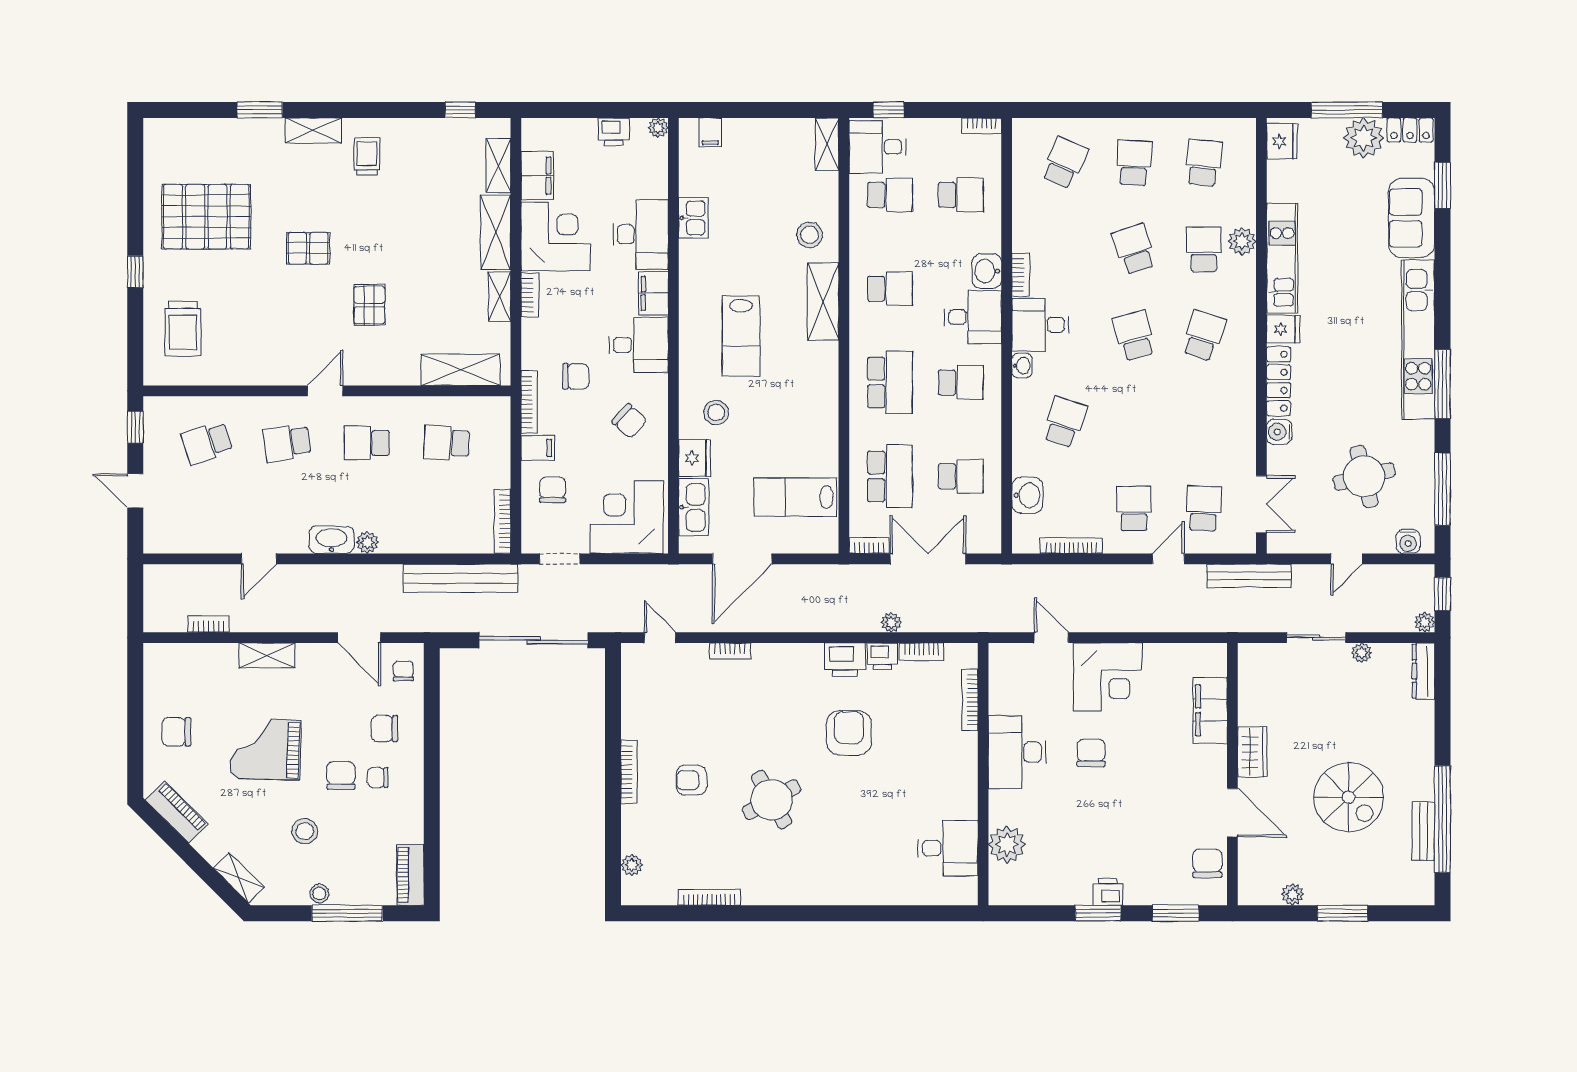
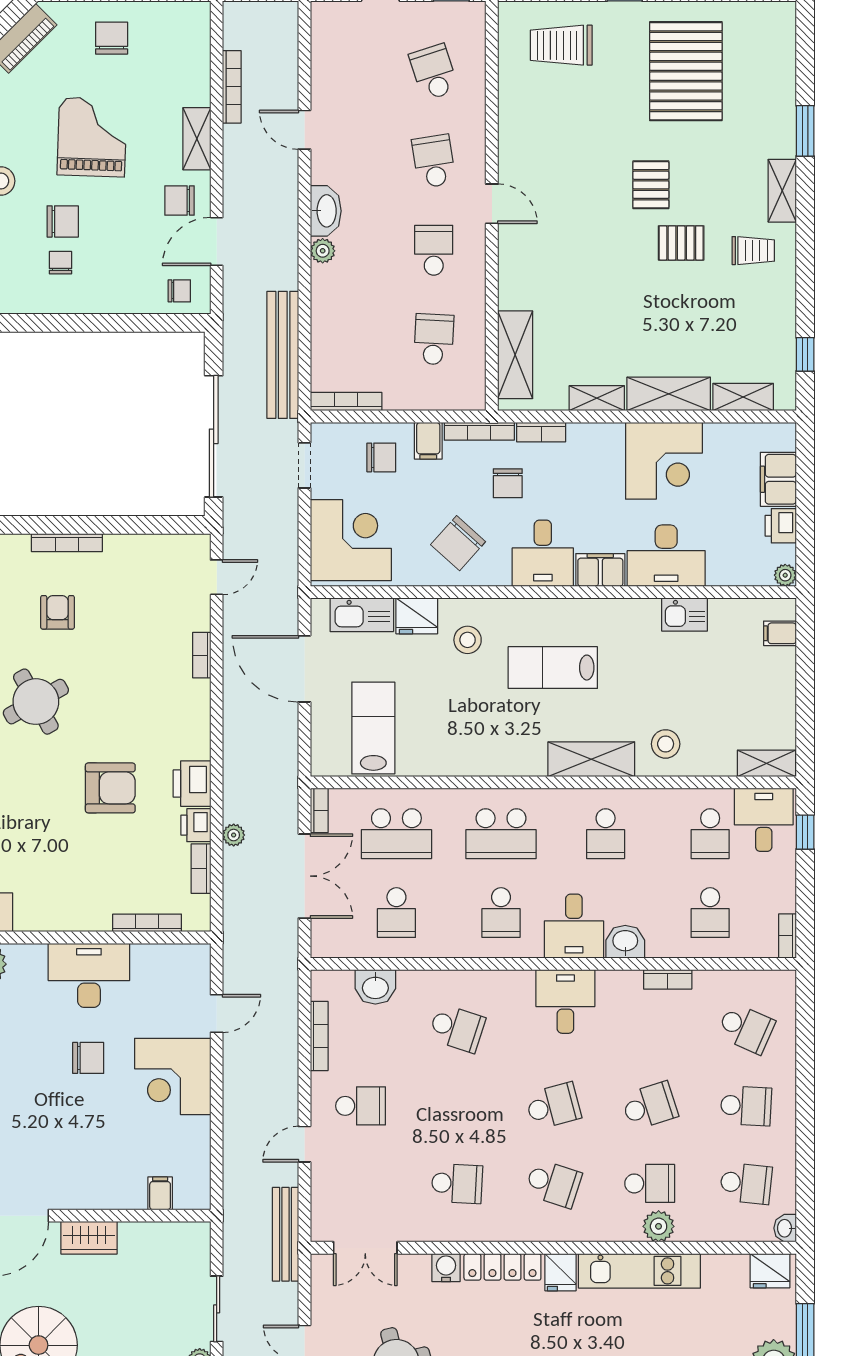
filing cabinet: (537, 176) -> (778, 479), moved, turned 90
bookcase: (1021, 275) -> (668, 979), moved
bookcase: (530, 295) -> (541, 432), moved
pallet: (369, 305) -> (681, 243), moved
washbasin: (1022, 366) -> (785, 1228), moved, turned 90
chair: (629, 421) -> (458, 543), width x1.37, depth x1.37
school desk: (1204, 508) -> (457, 1183), moved
door: (1168, 559) -> (304, 1144), swing flipped
bookcase: (209, 624) -> (232, 87), width x1.56
filing cabinet: (1210, 710) -> (160, 1193), width x0.33, depth x0.86
chair: (385, 729) -> (180, 201), moved, turned -90

